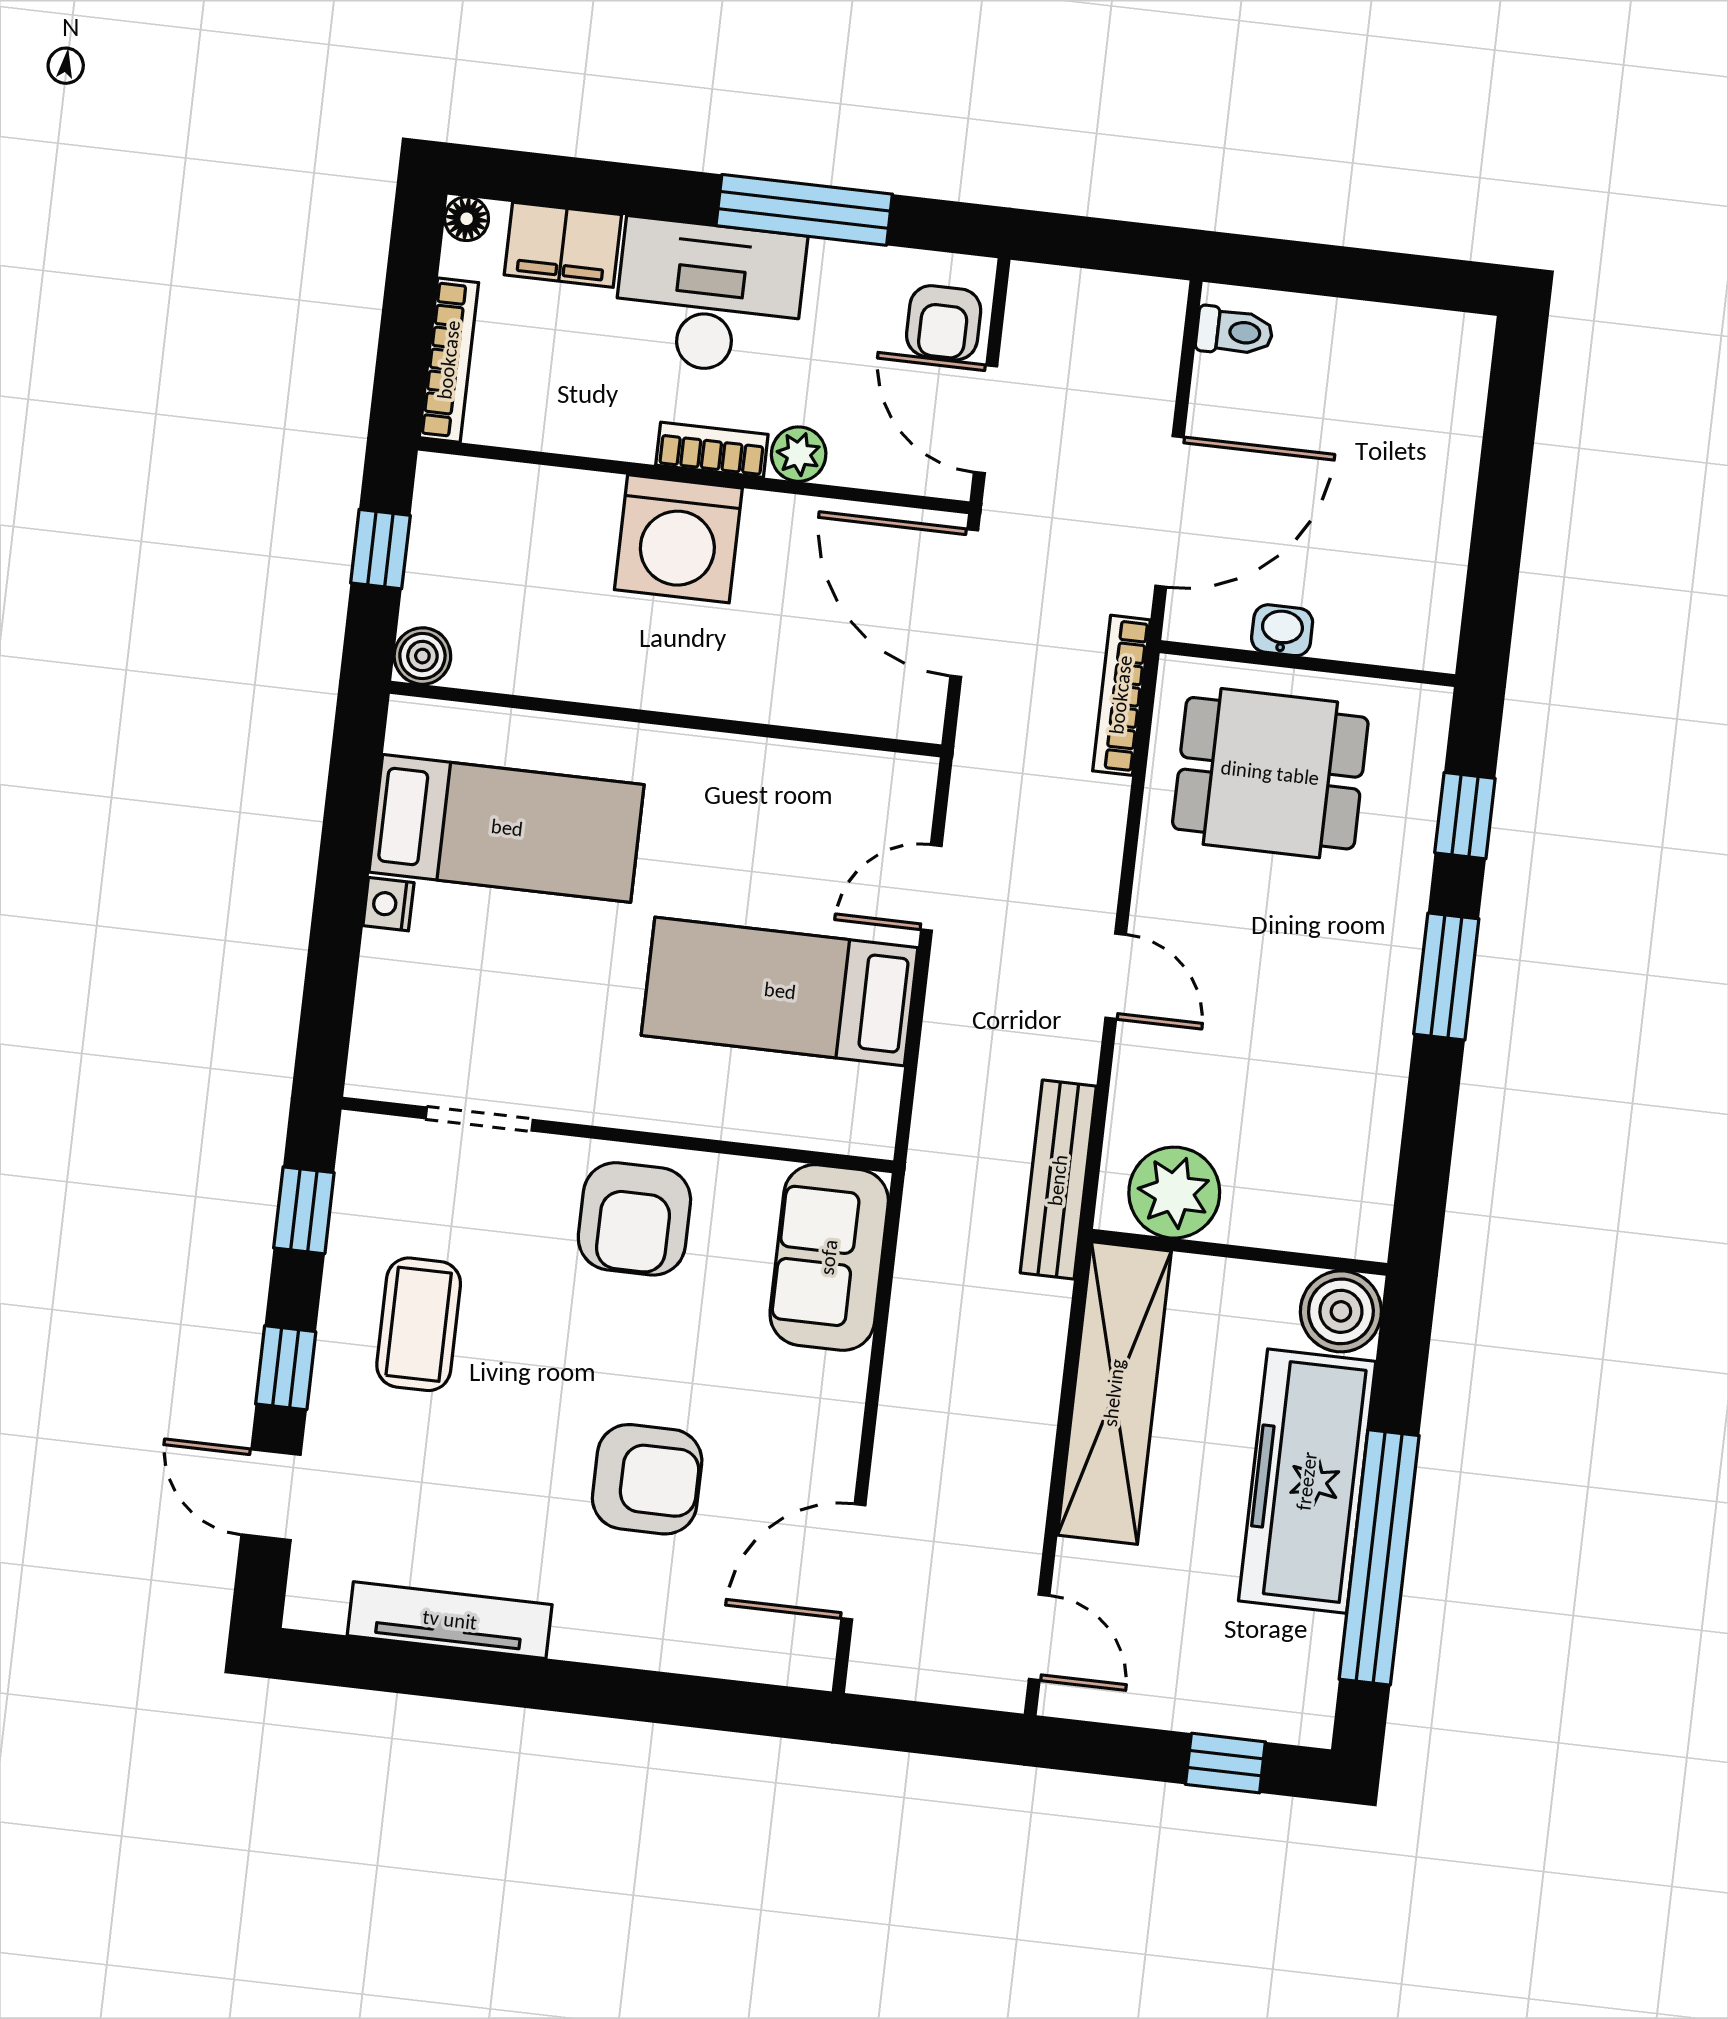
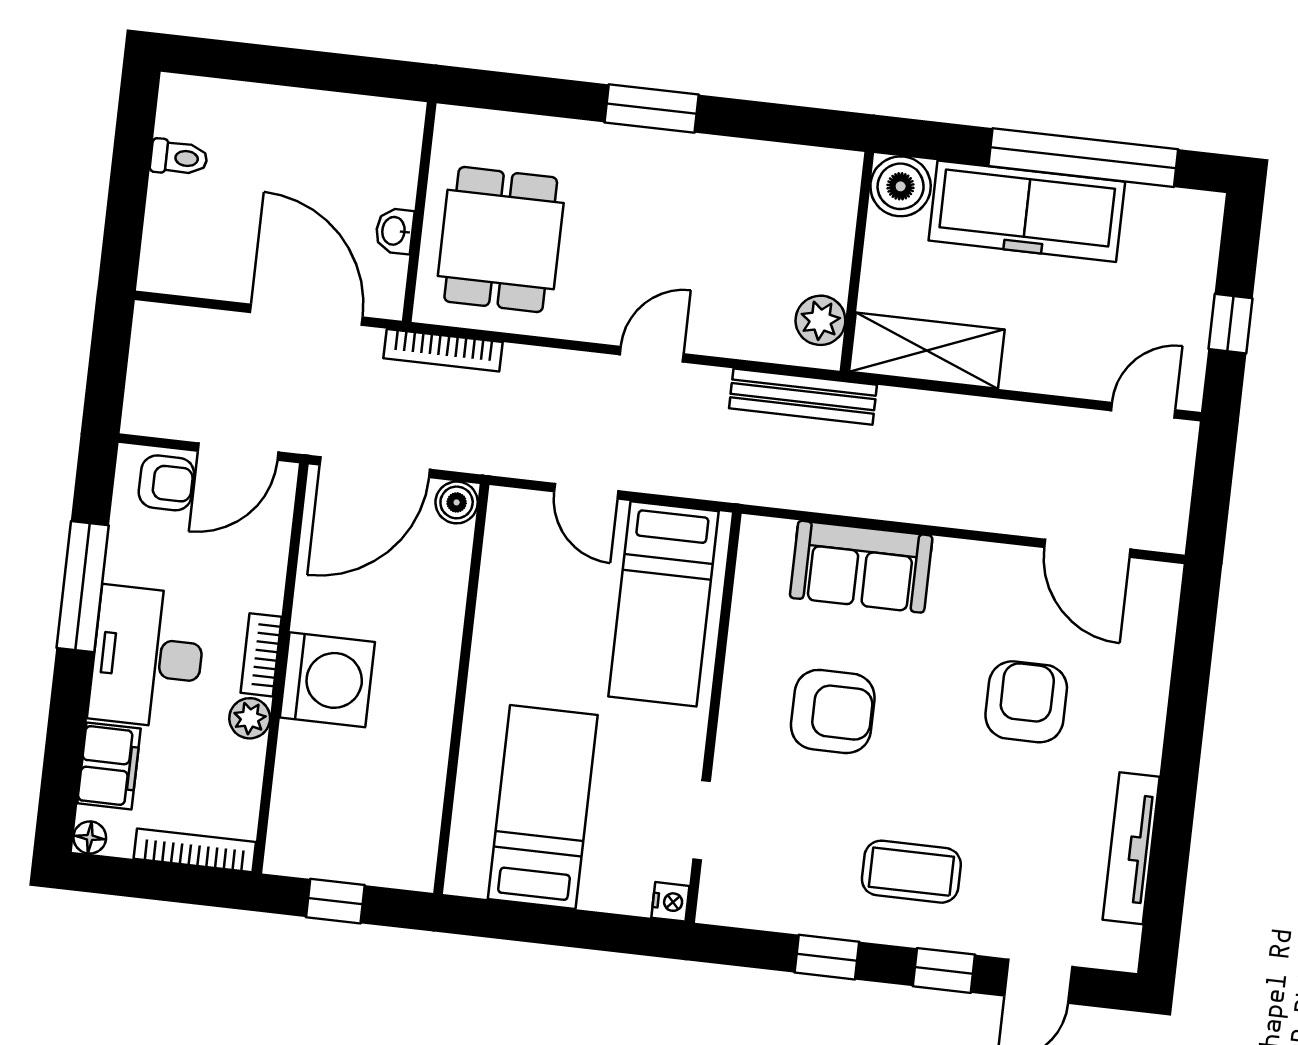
toilet: (1234, 332) -> (179, 158), moved, turned 90
plant: (799, 454) -> (250, 718), moved
boiler: (422, 656) -> (457, 502), moved
window: (1465, 816) -> (532, 95), removed
nightstand: (388, 904) -> (670, 902), moved, turned -90
doorway: (479, 1119) -> (702, 820), moved
wall: (617, 1135) -> (713, 718), moved
plant: (1174, 1193) -> (820, 320), width x0.73, depth x0.73
shelving: (1114, 1393) -> (927, 351), width x0.68
window: (1225, 1763) -> (1230, 324), moved

